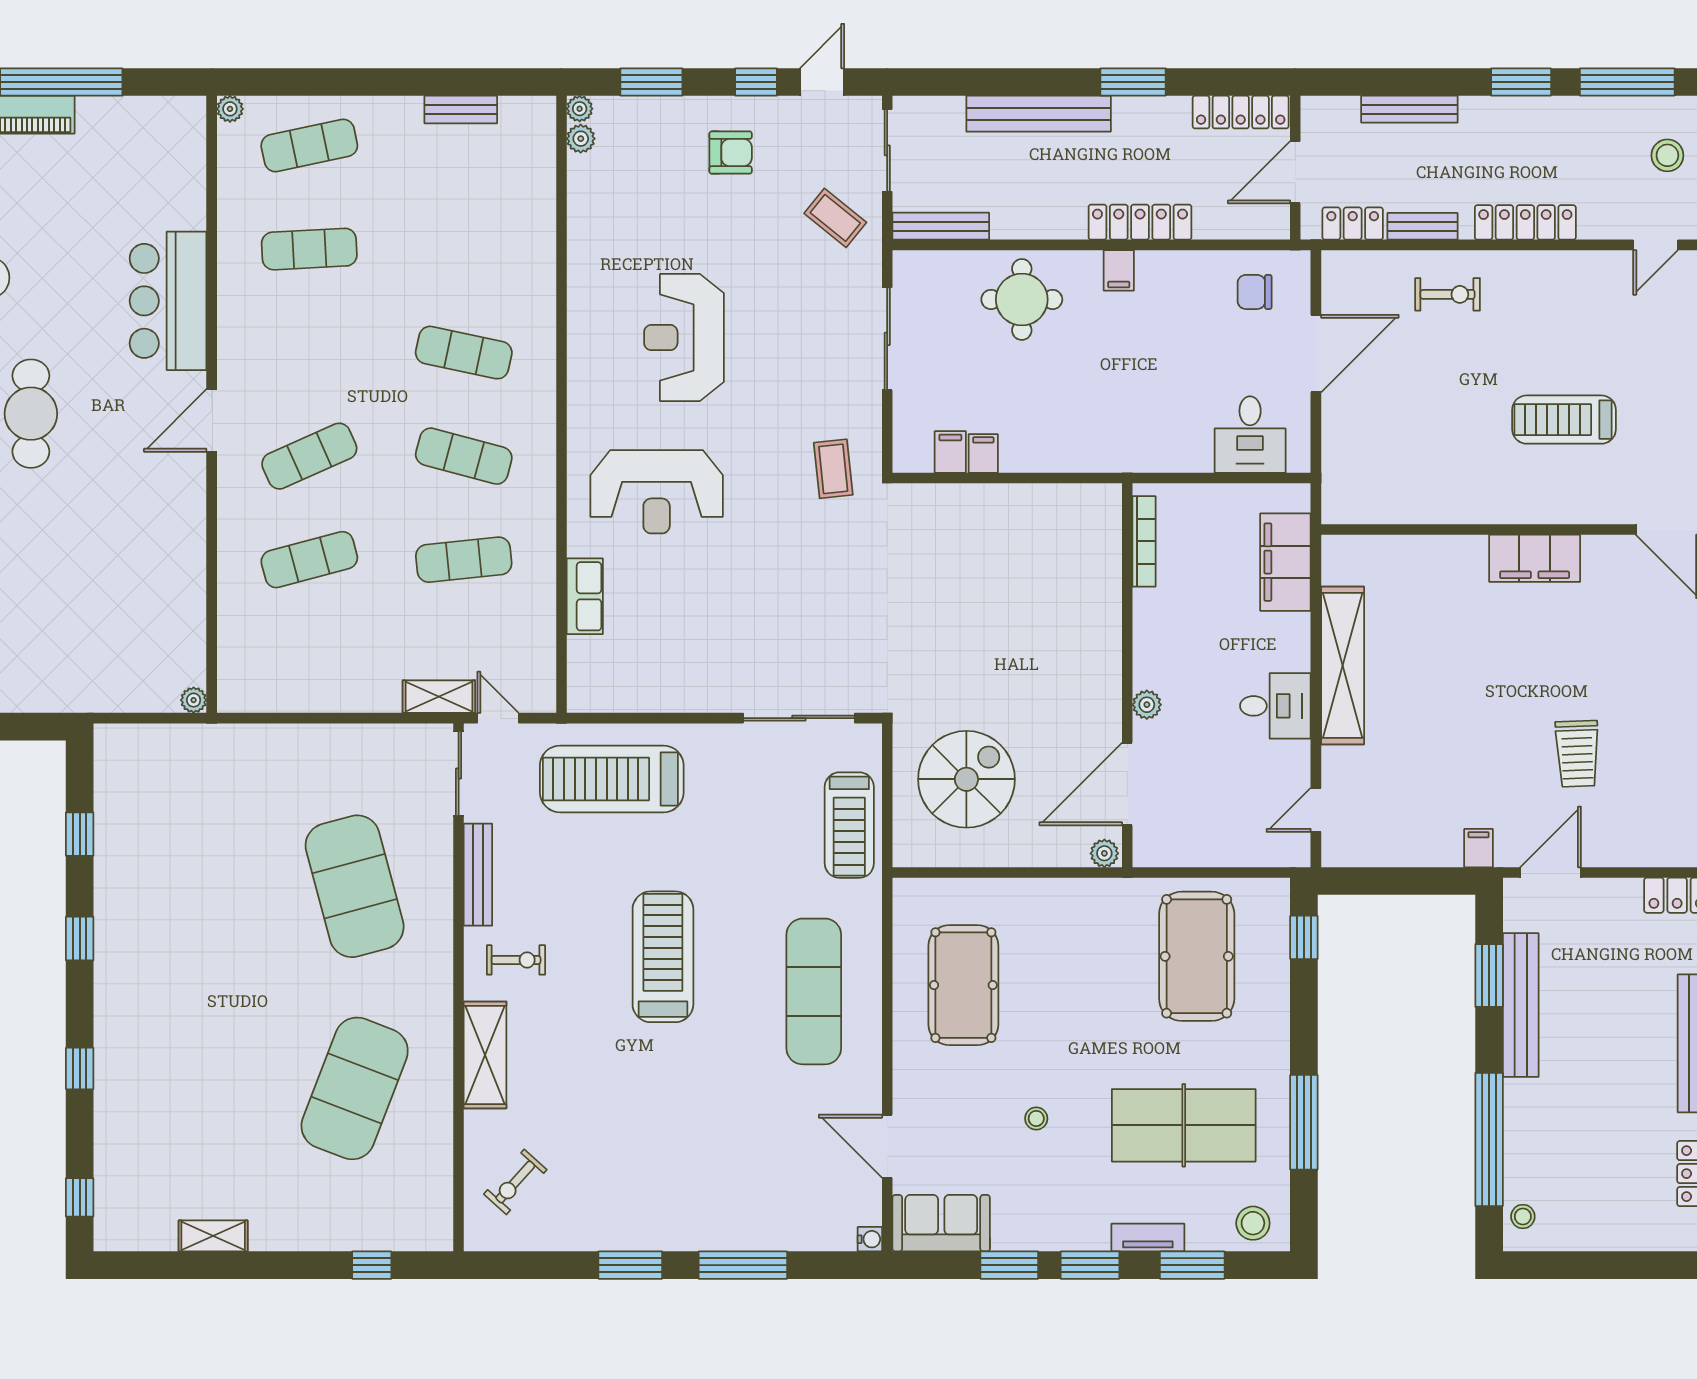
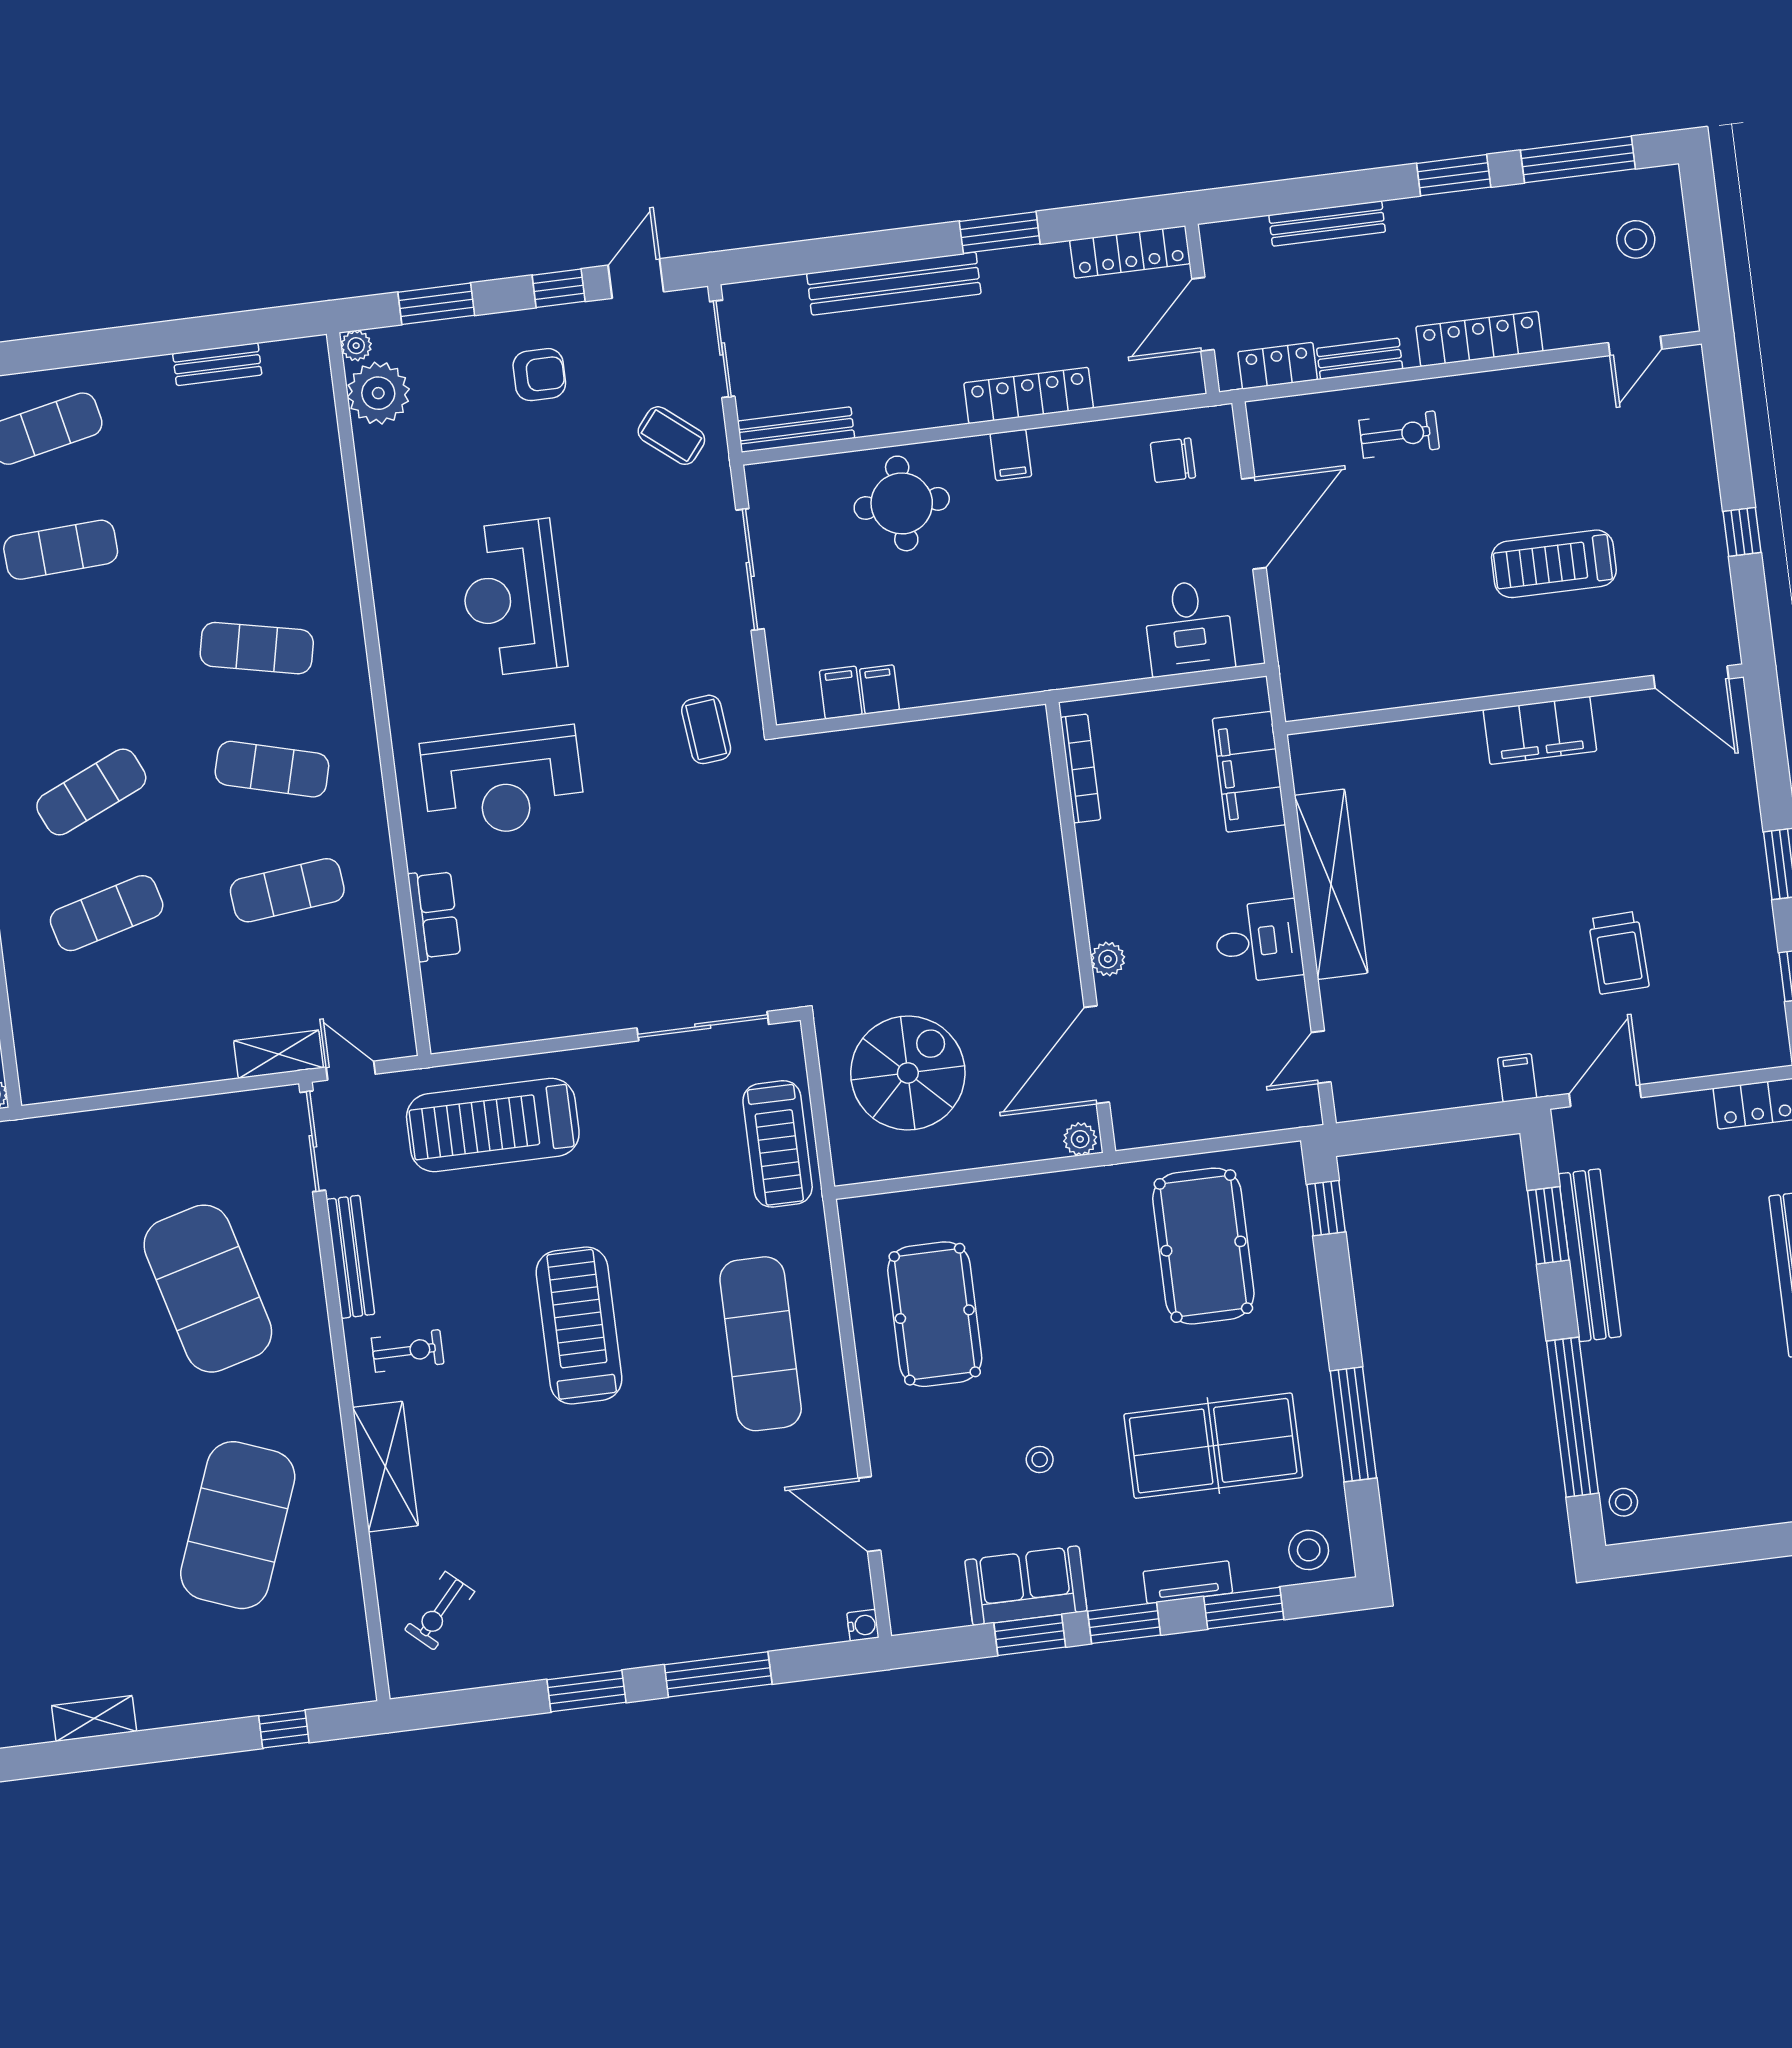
plant: (581, 139) -> (378, 393), width x1.88, depth x1.88
sofa: (941, 1223) -> (1026, 1586), moved

